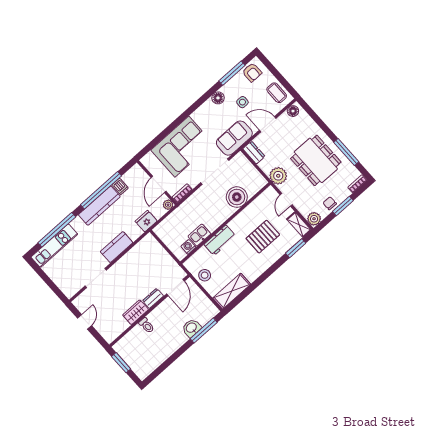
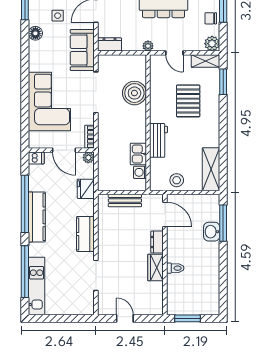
plant: (278, 176) -> (148, 46), width x0.53, depth x0.53
dishwasher: (120, 186) -> (36, 158), moved
bench: (161, 253) -> (125, 200), added

